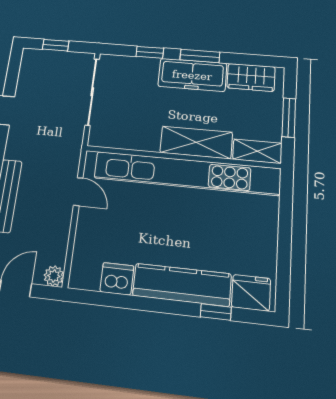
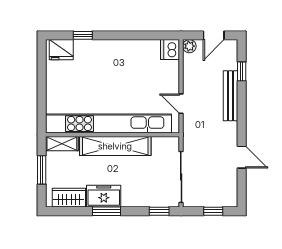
window: (150, 52) -> (159, 211), moved
freezer: (192, 75) -> (104, 196), width x0.71
shelving: (196, 142) -> (115, 146), width x1.47
dishwasher: (117, 279) -> (170, 50), moved, turned 90
kitchen counter: (182, 285) -> (105, 50), removed

